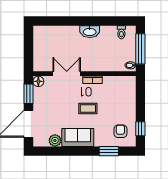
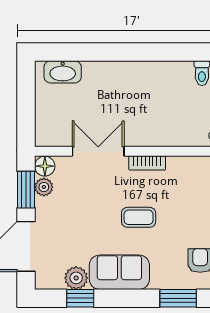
washbasin: (90, 32) -> (63, 72), moved
plant: (38, 92) -> (44, 187), added
window: (57, 151) -> (80, 298), added

